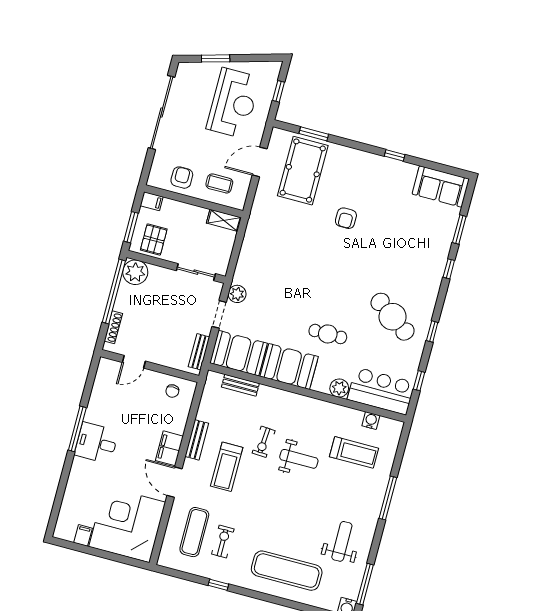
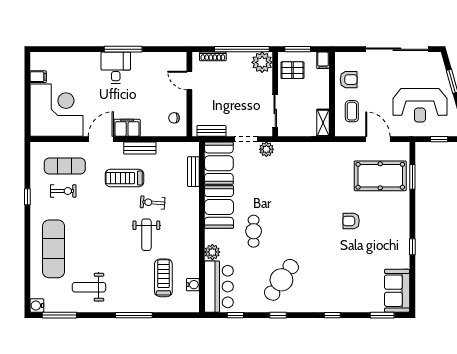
window: (459, 229) -> (382, 315), moved
treadmill: (354, 452) -> (163, 278), turned 180
weight bench: (342, 541) -> (89, 287), turned 180

